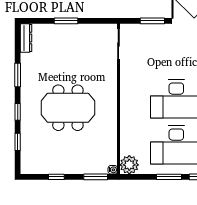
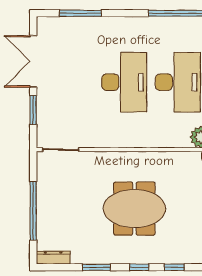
window: (66, 21) -> (33, 211), width x2.11
meeting table: (68, 108) -> (134, 209), turned 90

